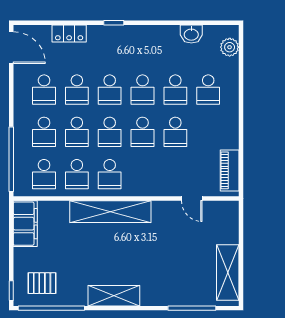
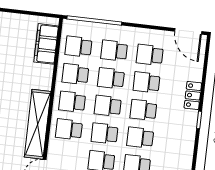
locker: (69, 33) -> (193, 95), moved
door: (11, 48) -> (188, 31), hinge flipped
school desk: (143, 174) -> (69, 129), added
shelving: (110, 212) -> (38, 124), moved
filing cabinet: (25, 224) -> (46, 44), moved, turned 90

